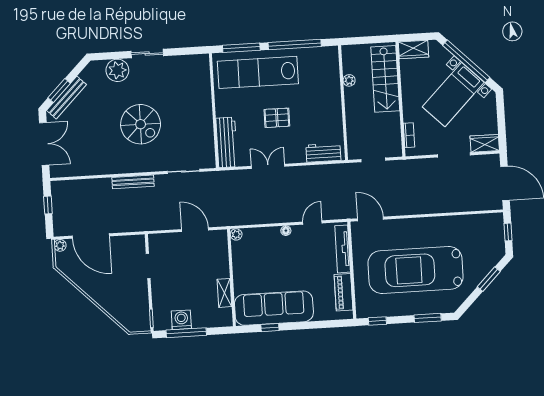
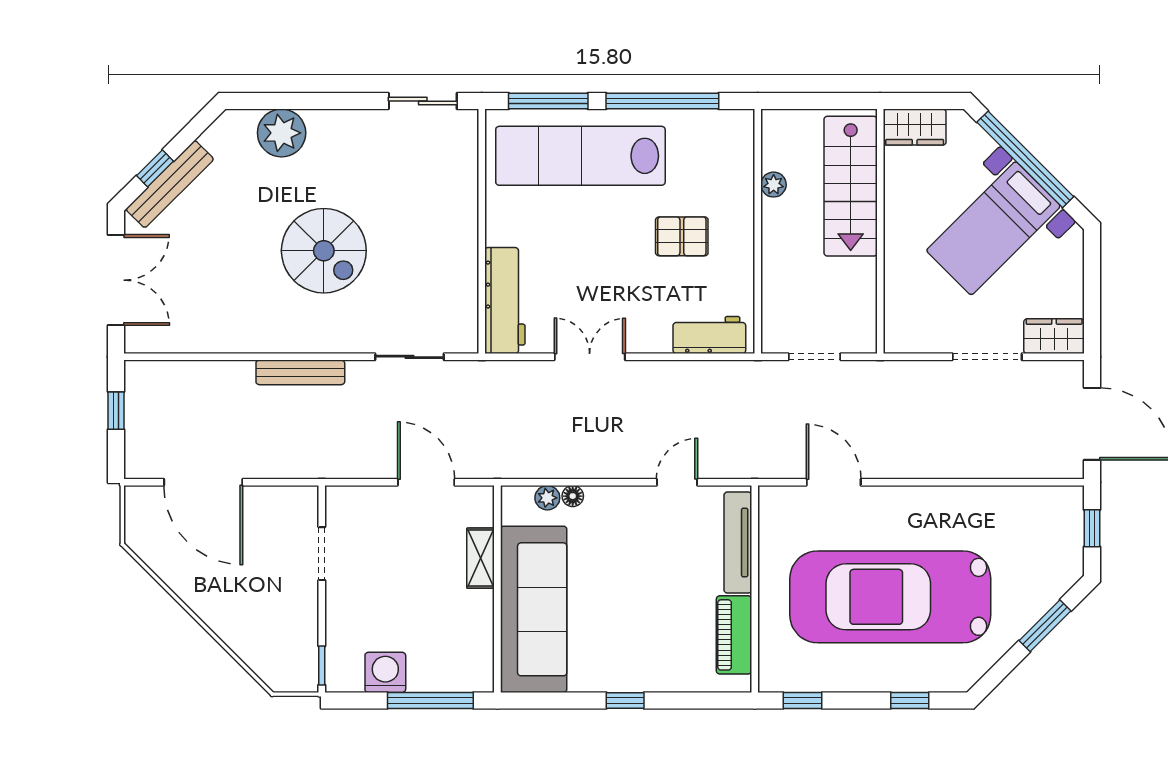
sliding door: (147, 54) -> (423, 101), moved
window: (59, 91) -> (155, 168), width x0.67
pallet: (277, 118) -> (682, 236), moved
bookcase: (409, 135) -> (894, 309), removed
door: (371, 219) -> (834, 482), moved
floor lamp: (286, 231) -> (573, 496), moved
plant: (236, 234) -> (547, 498), moved
plant: (60, 245) -> (137, 498), removed
shelving: (224, 293) -> (481, 558), moved
sofa: (274, 308) -> (534, 609), moved, turned 90
window: (428, 318) -> (910, 700), width x0.67
window: (270, 328) -> (625, 700), moved
window: (186, 333) -> (430, 700), moved

